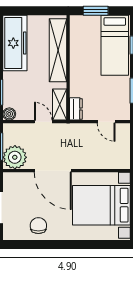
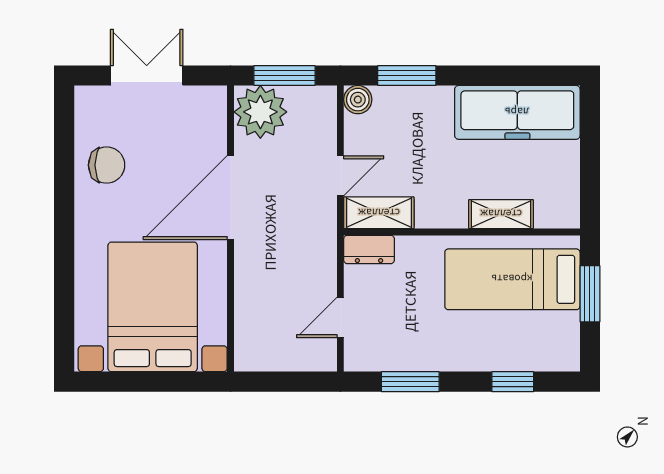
bed: (115, 45) -> (512, 279), moved
shelving: (58, 50) -> (501, 214), width x0.45, depth x0.75

